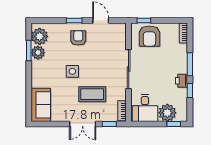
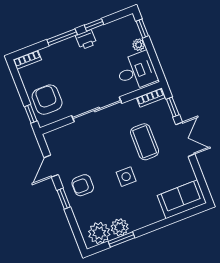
armchair: (149, 36) -> (47, 100), turned -90
plant: (167, 113) -> (139, 45), width x0.53, depth x0.53

